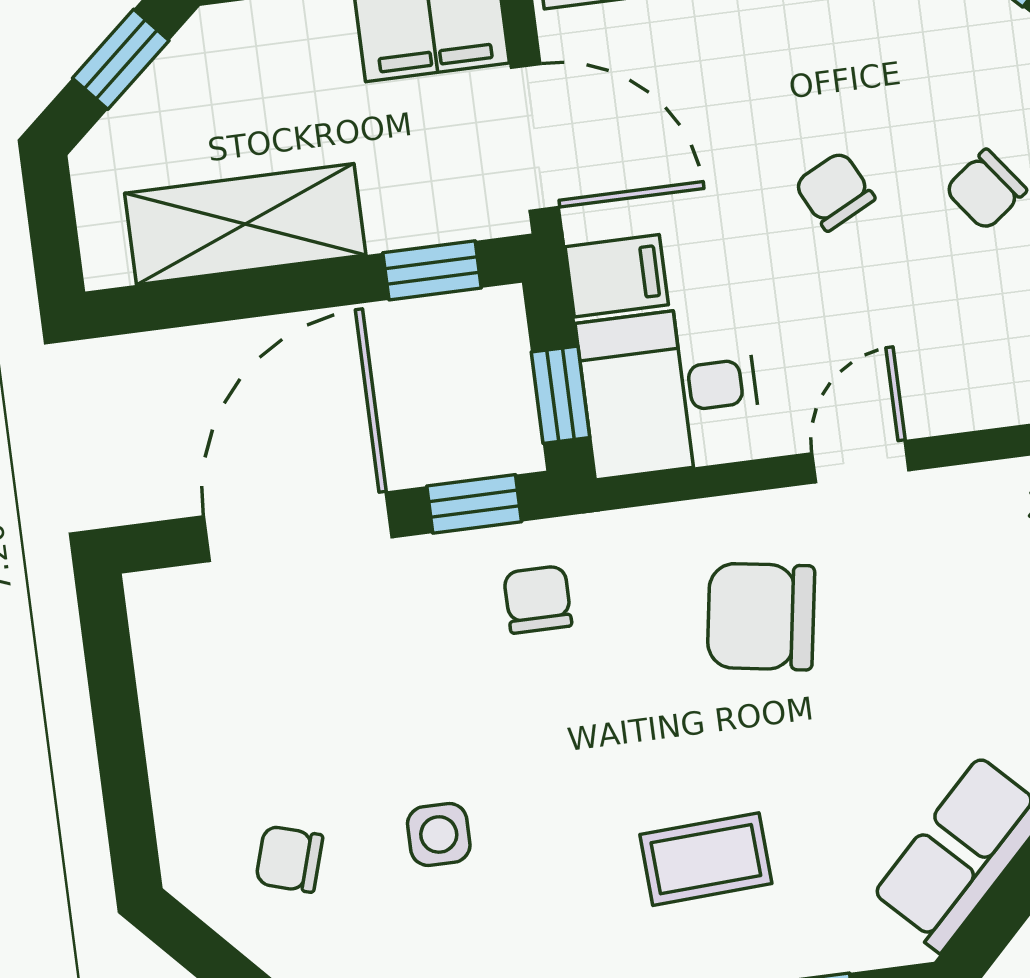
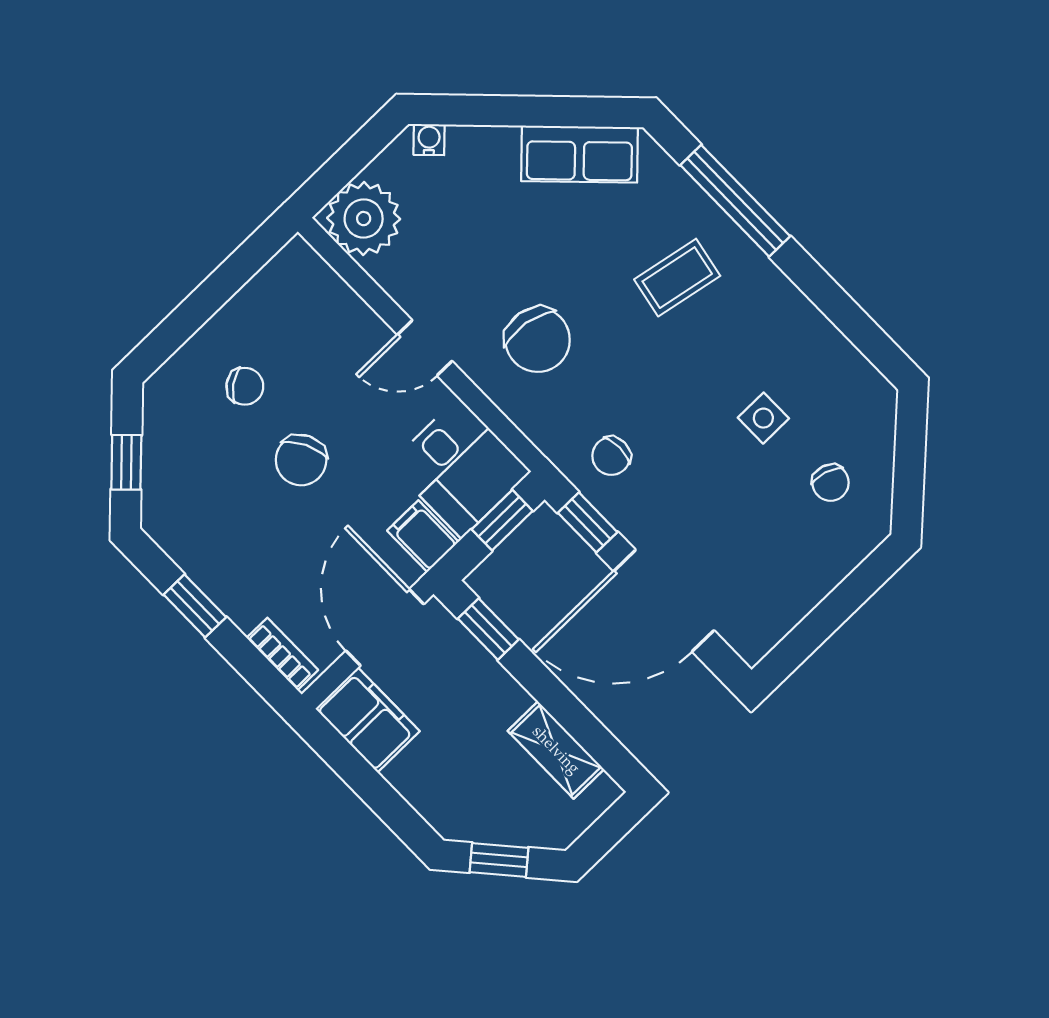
chair: (835, 191) -> (301, 460), width x1.37, depth x1.37
shelving: (245, 224) -> (556, 750), width x0.67, depth x0.75
coffee table: (706, 859) -> (677, 278), turned -76

